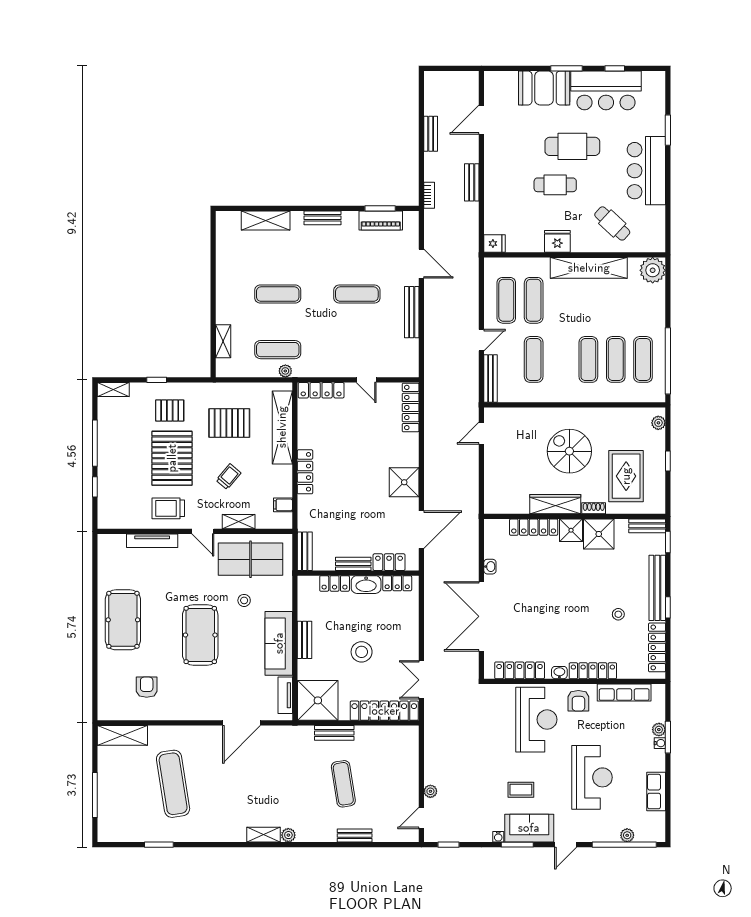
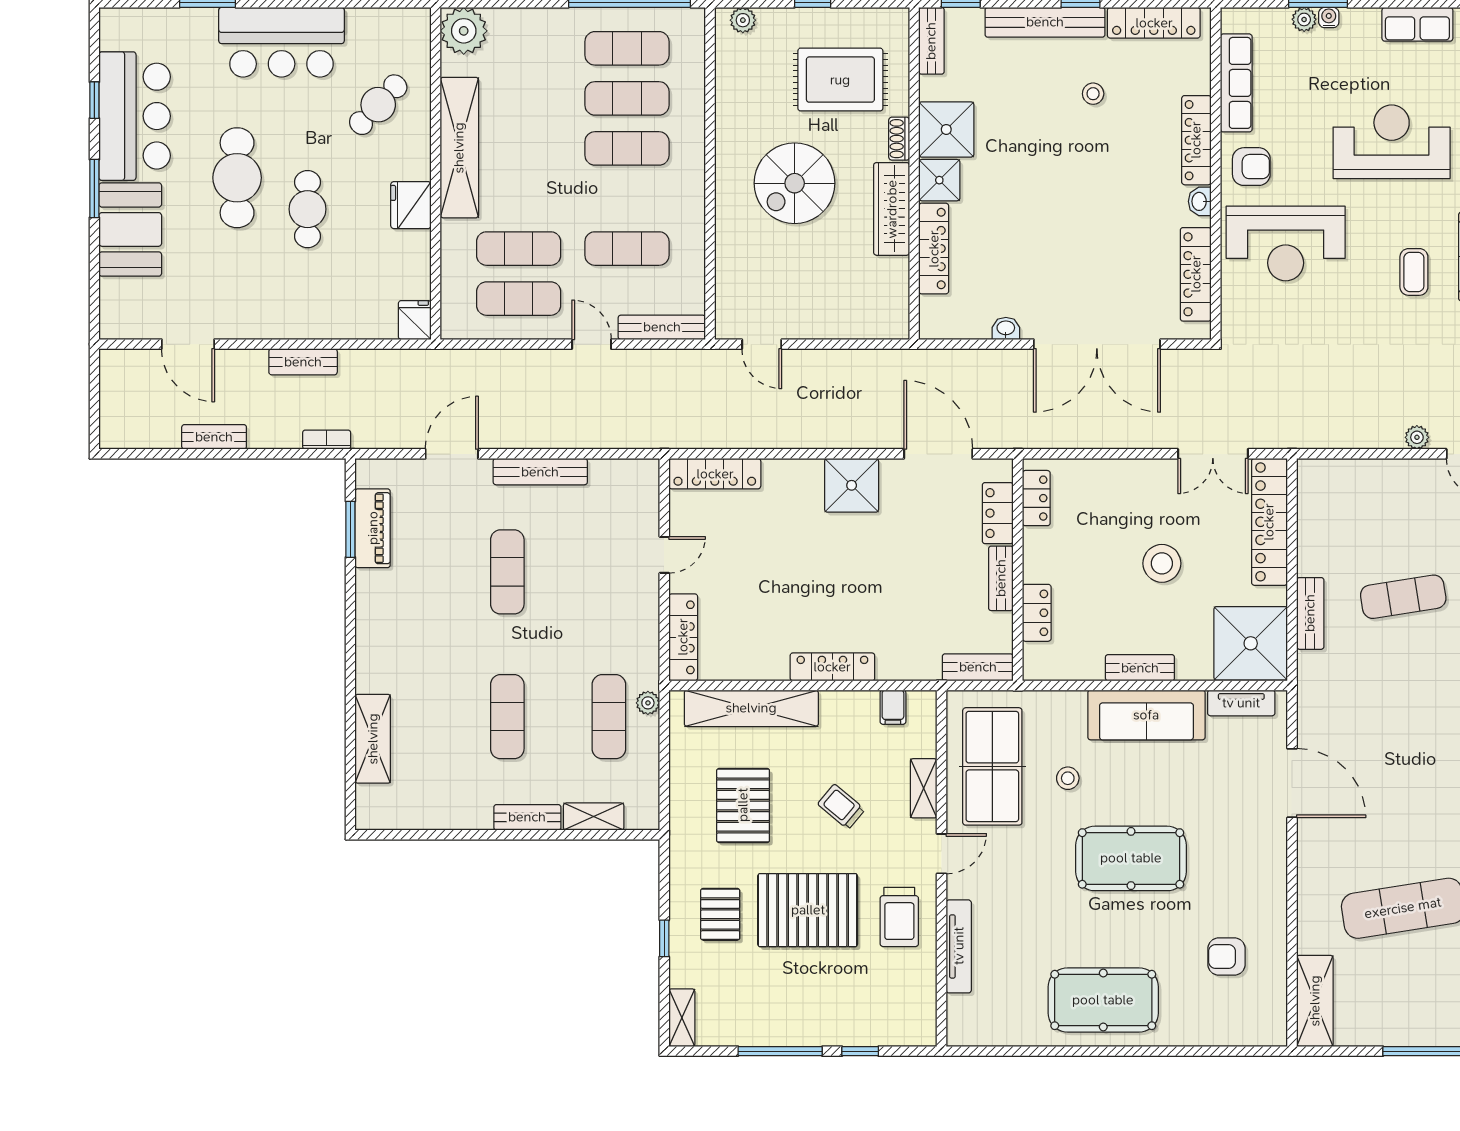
bench: (322, 218) -> (527, 817), moved, turned 90
washbasin: (366, 585) -> (1039, 555), removed
reception desk: (536, 720) -> (1286, 243), turned 180

